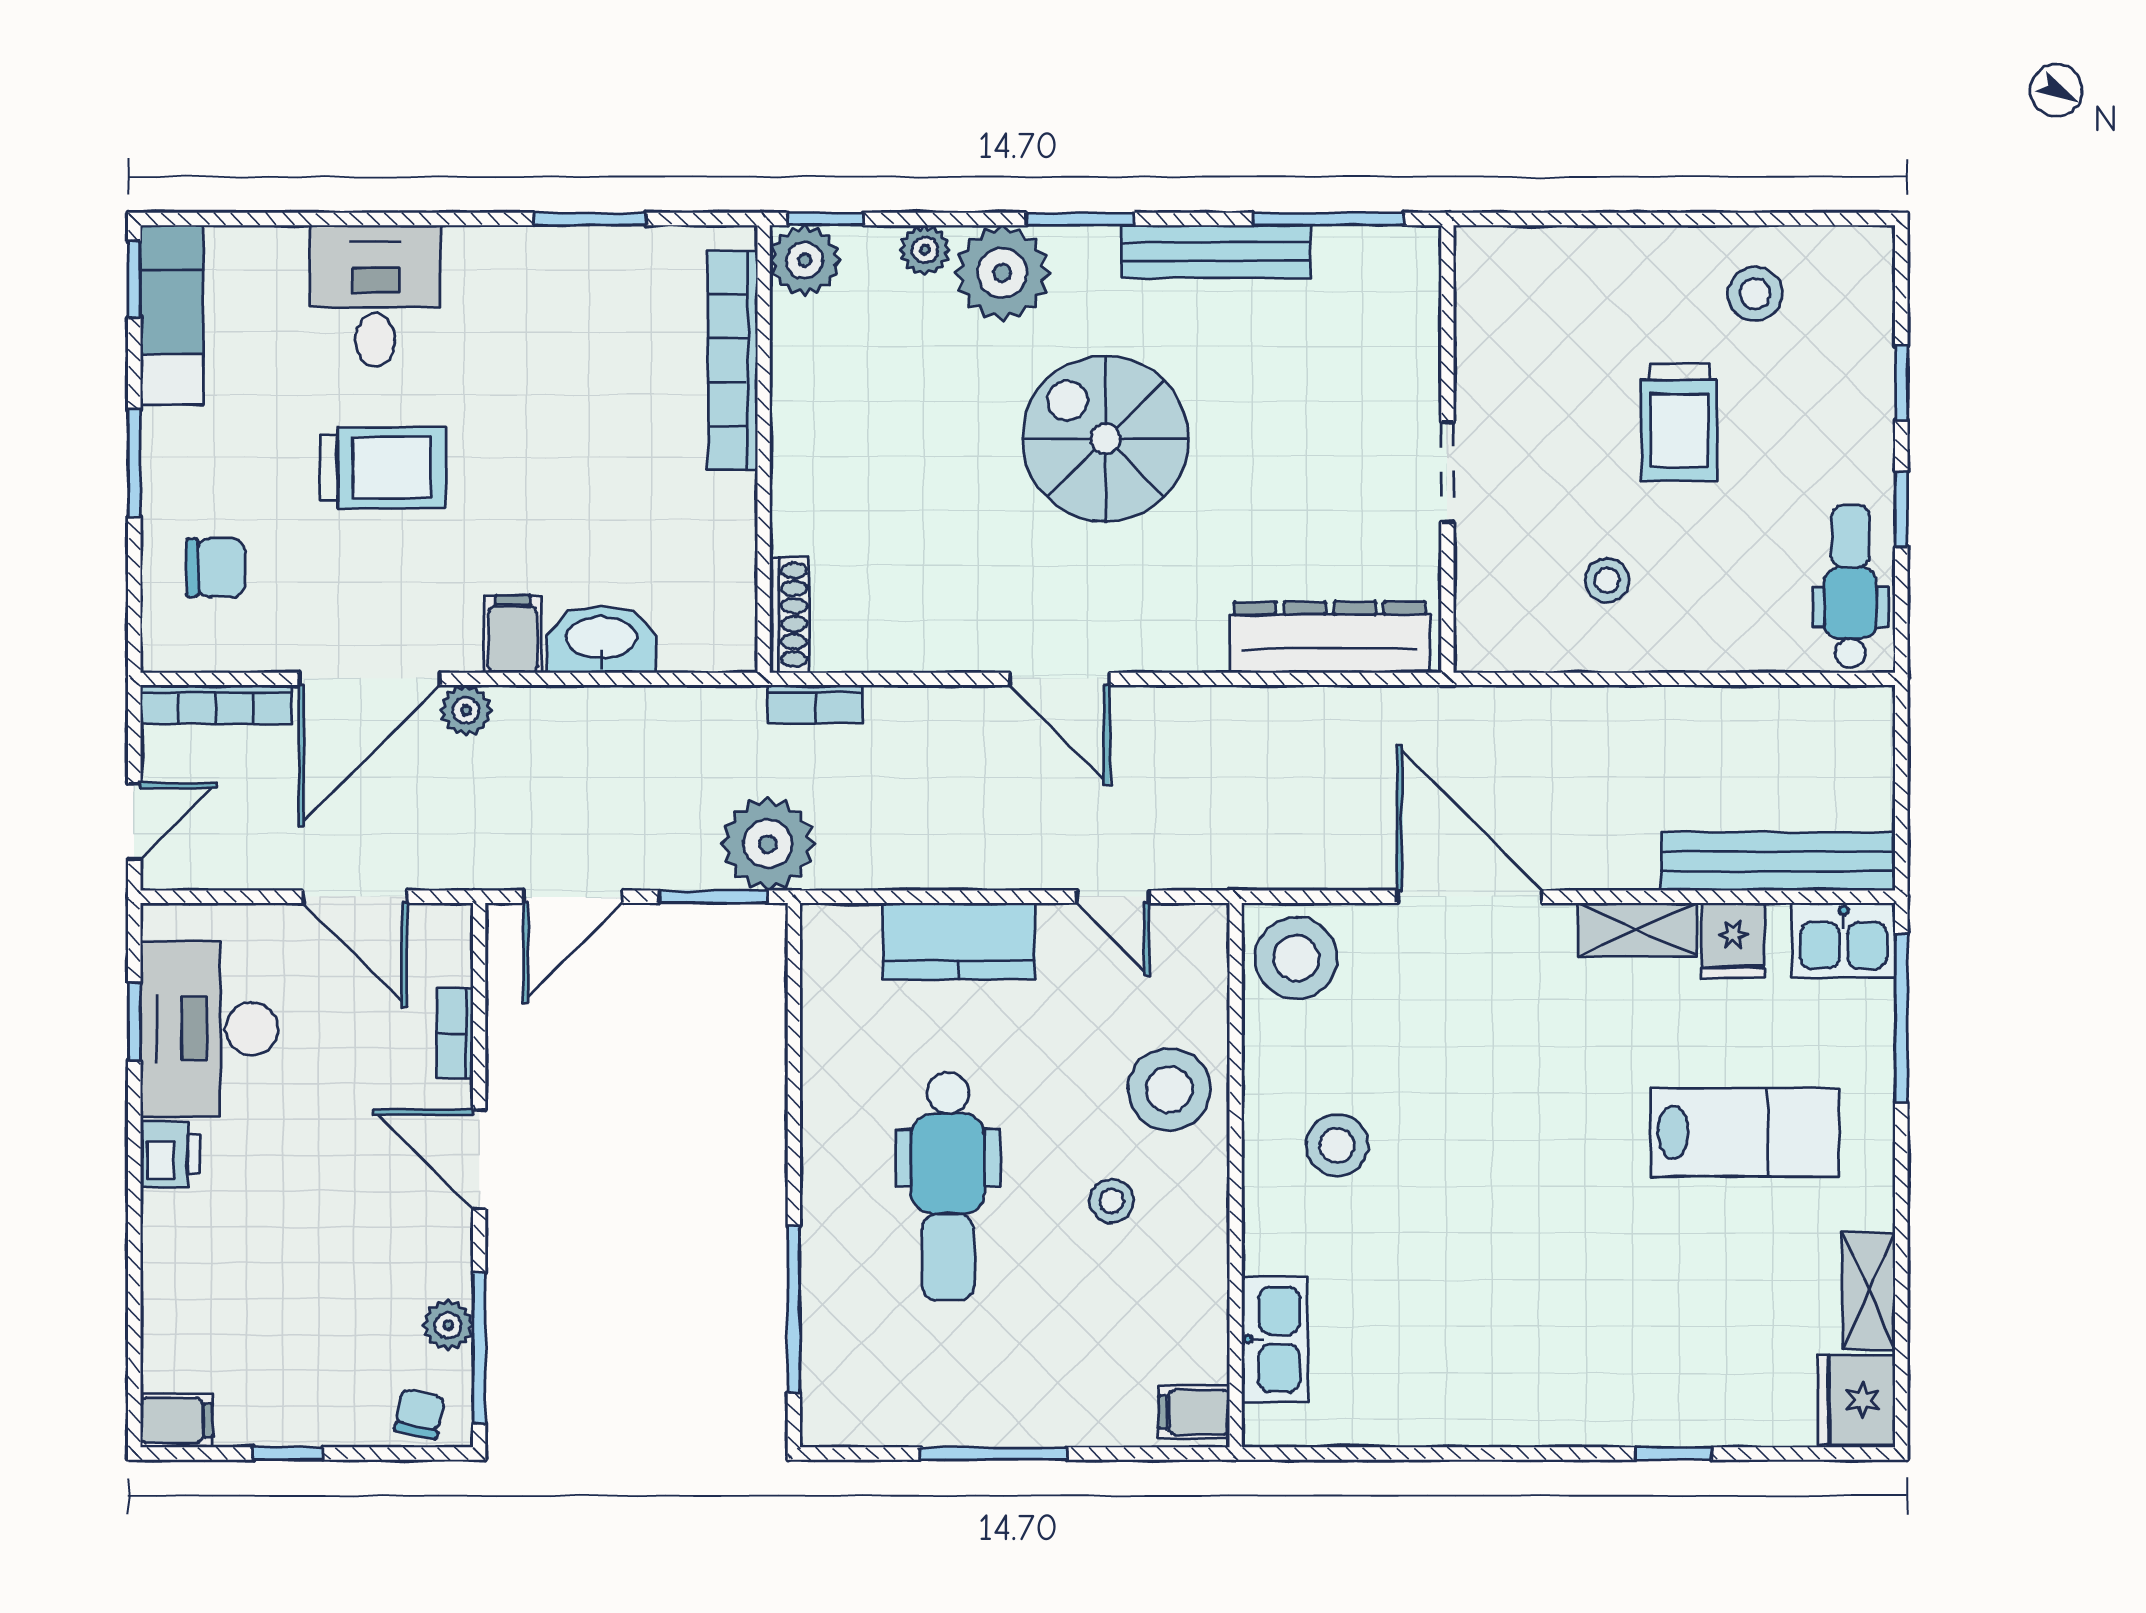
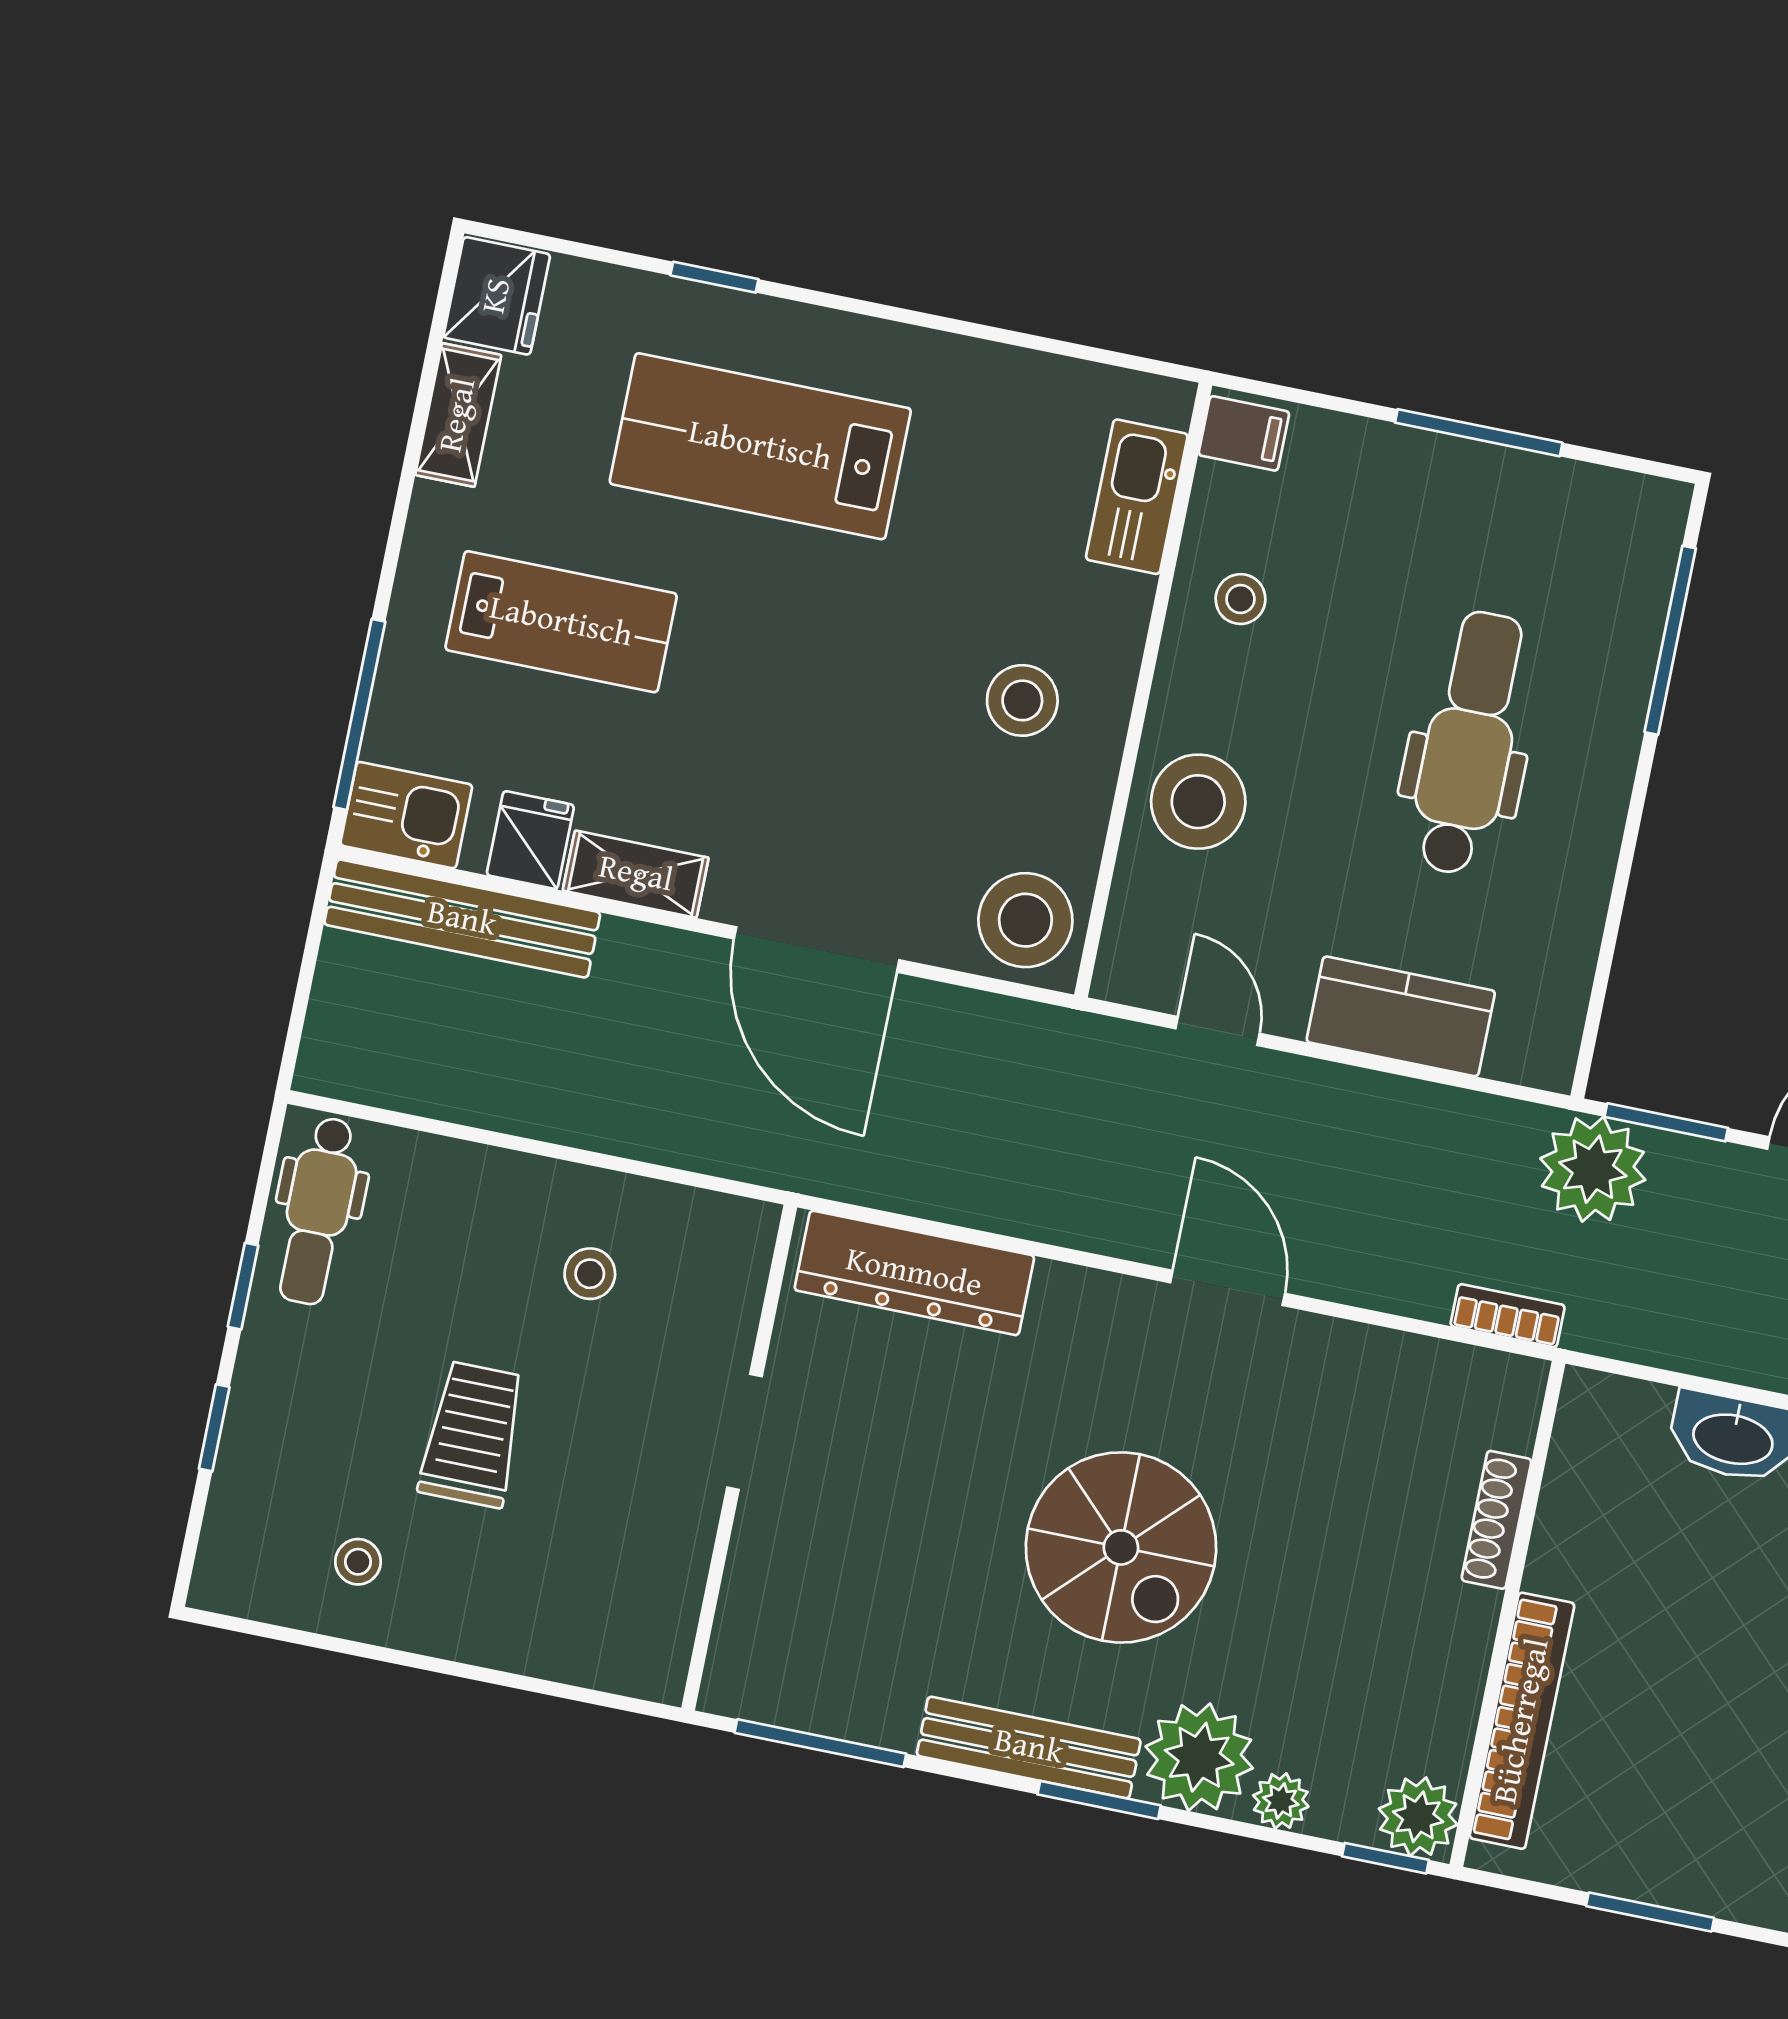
bench: (1216, 252) -> (1029, 1747), moved
stool: (1755, 294) -> (358, 1562), width x0.73, depth x0.73
shoe rack: (789, 615) -> (1497, 1520), moved
lab bench: (1745, 1132) -> (561, 622), turned 180
stool: (1112, 1201) -> (1241, 599), moved
lab bench: (1605, 1317) -> (760, 446), added

